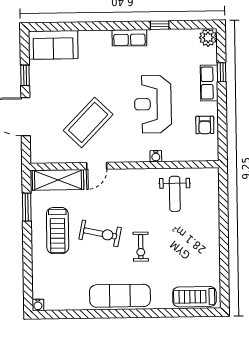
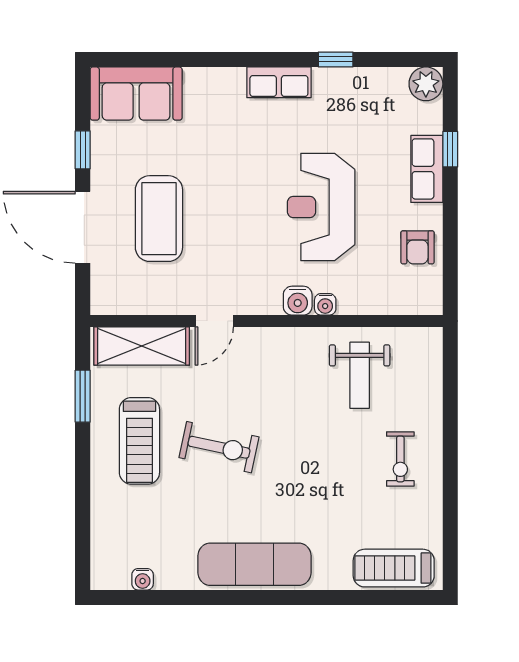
coffee table: (88, 122) -> (159, 219), moved, turned -44
water cooler: (141, 154) -> (298, 301), added
exercise bike: (141, 247) -> (400, 459), moved
water cooler: (38, 305) -> (143, 579), moved

